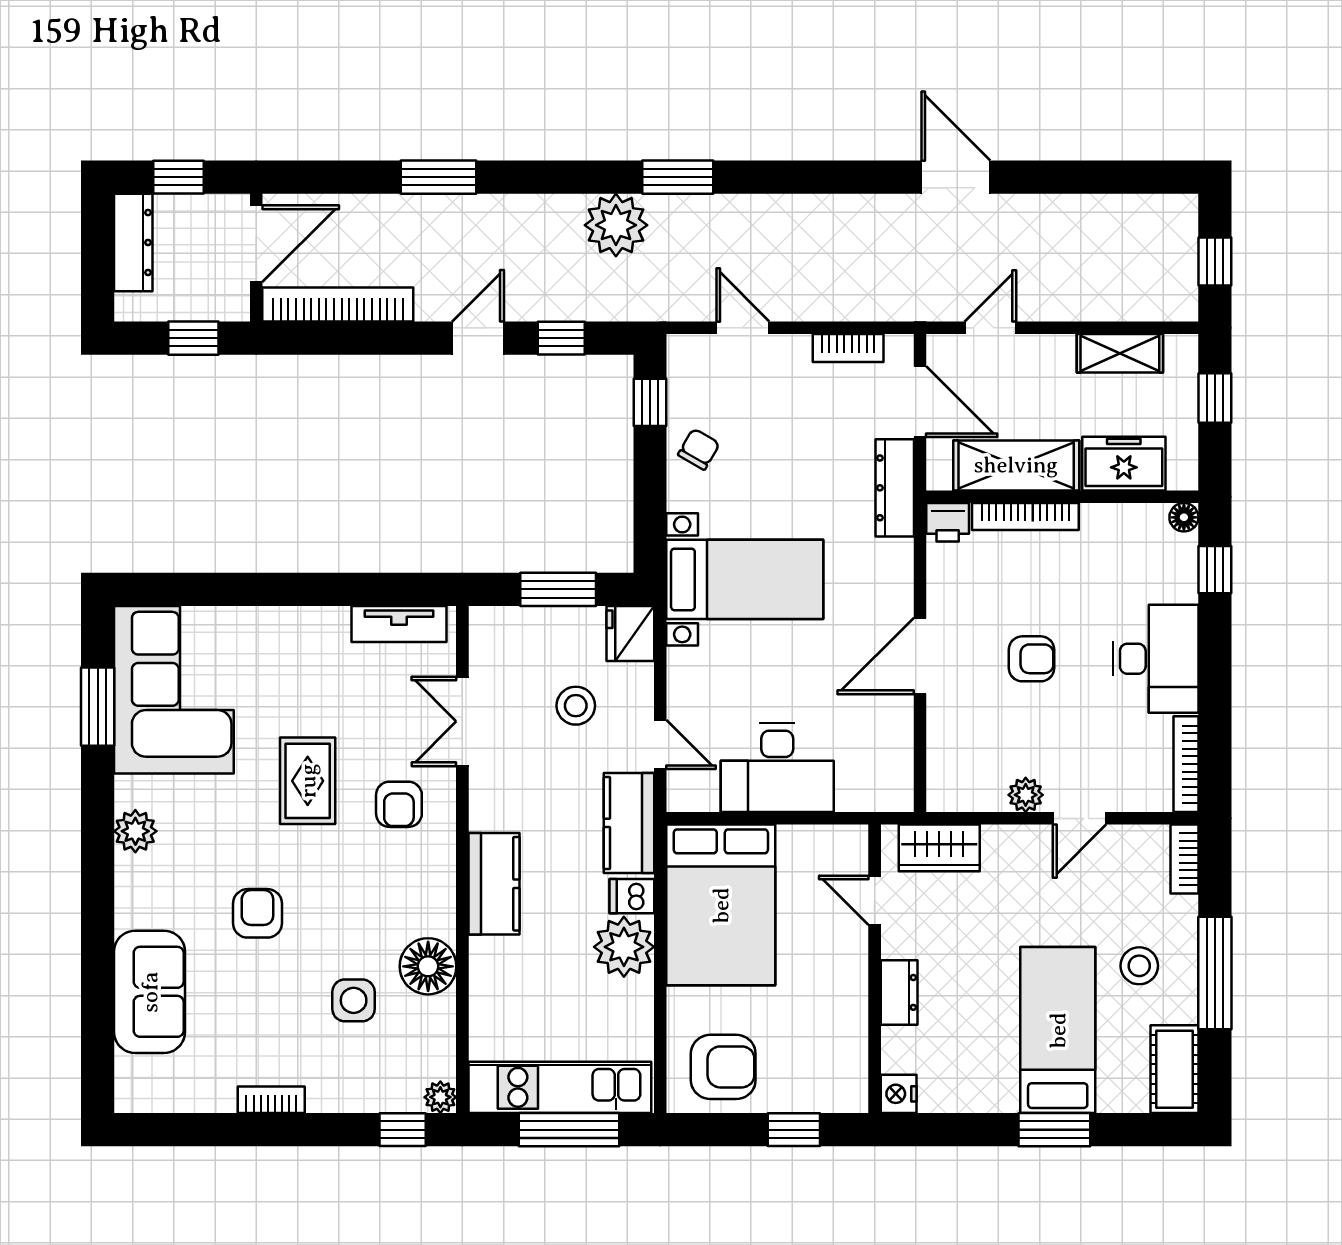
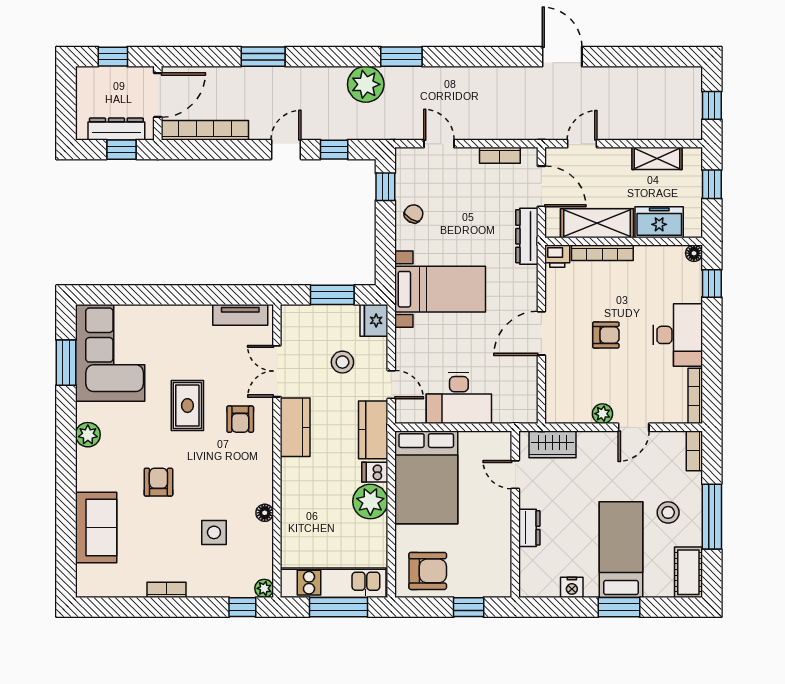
dresser: (133, 243) -> (116, 129), moved, turned -90
kitchen counter: (494, 884) -> (295, 427), moved
floor lamp: (428, 966) -> (265, 513), width x0.53, depth x0.53
nightstand: (899, 1094) -> (572, 587), moved, turned -90

